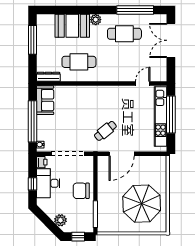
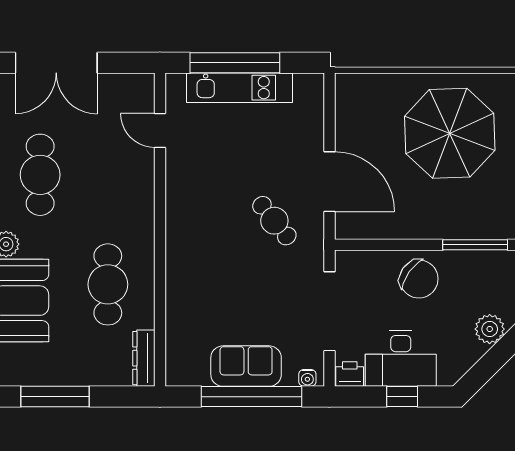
sofa: (45, 100) -> (246, 366), moved
kitchen unit: (161, 116) -> (239, 88), width x0.73
chair: (81, 191) -> (419, 279), turned -55

